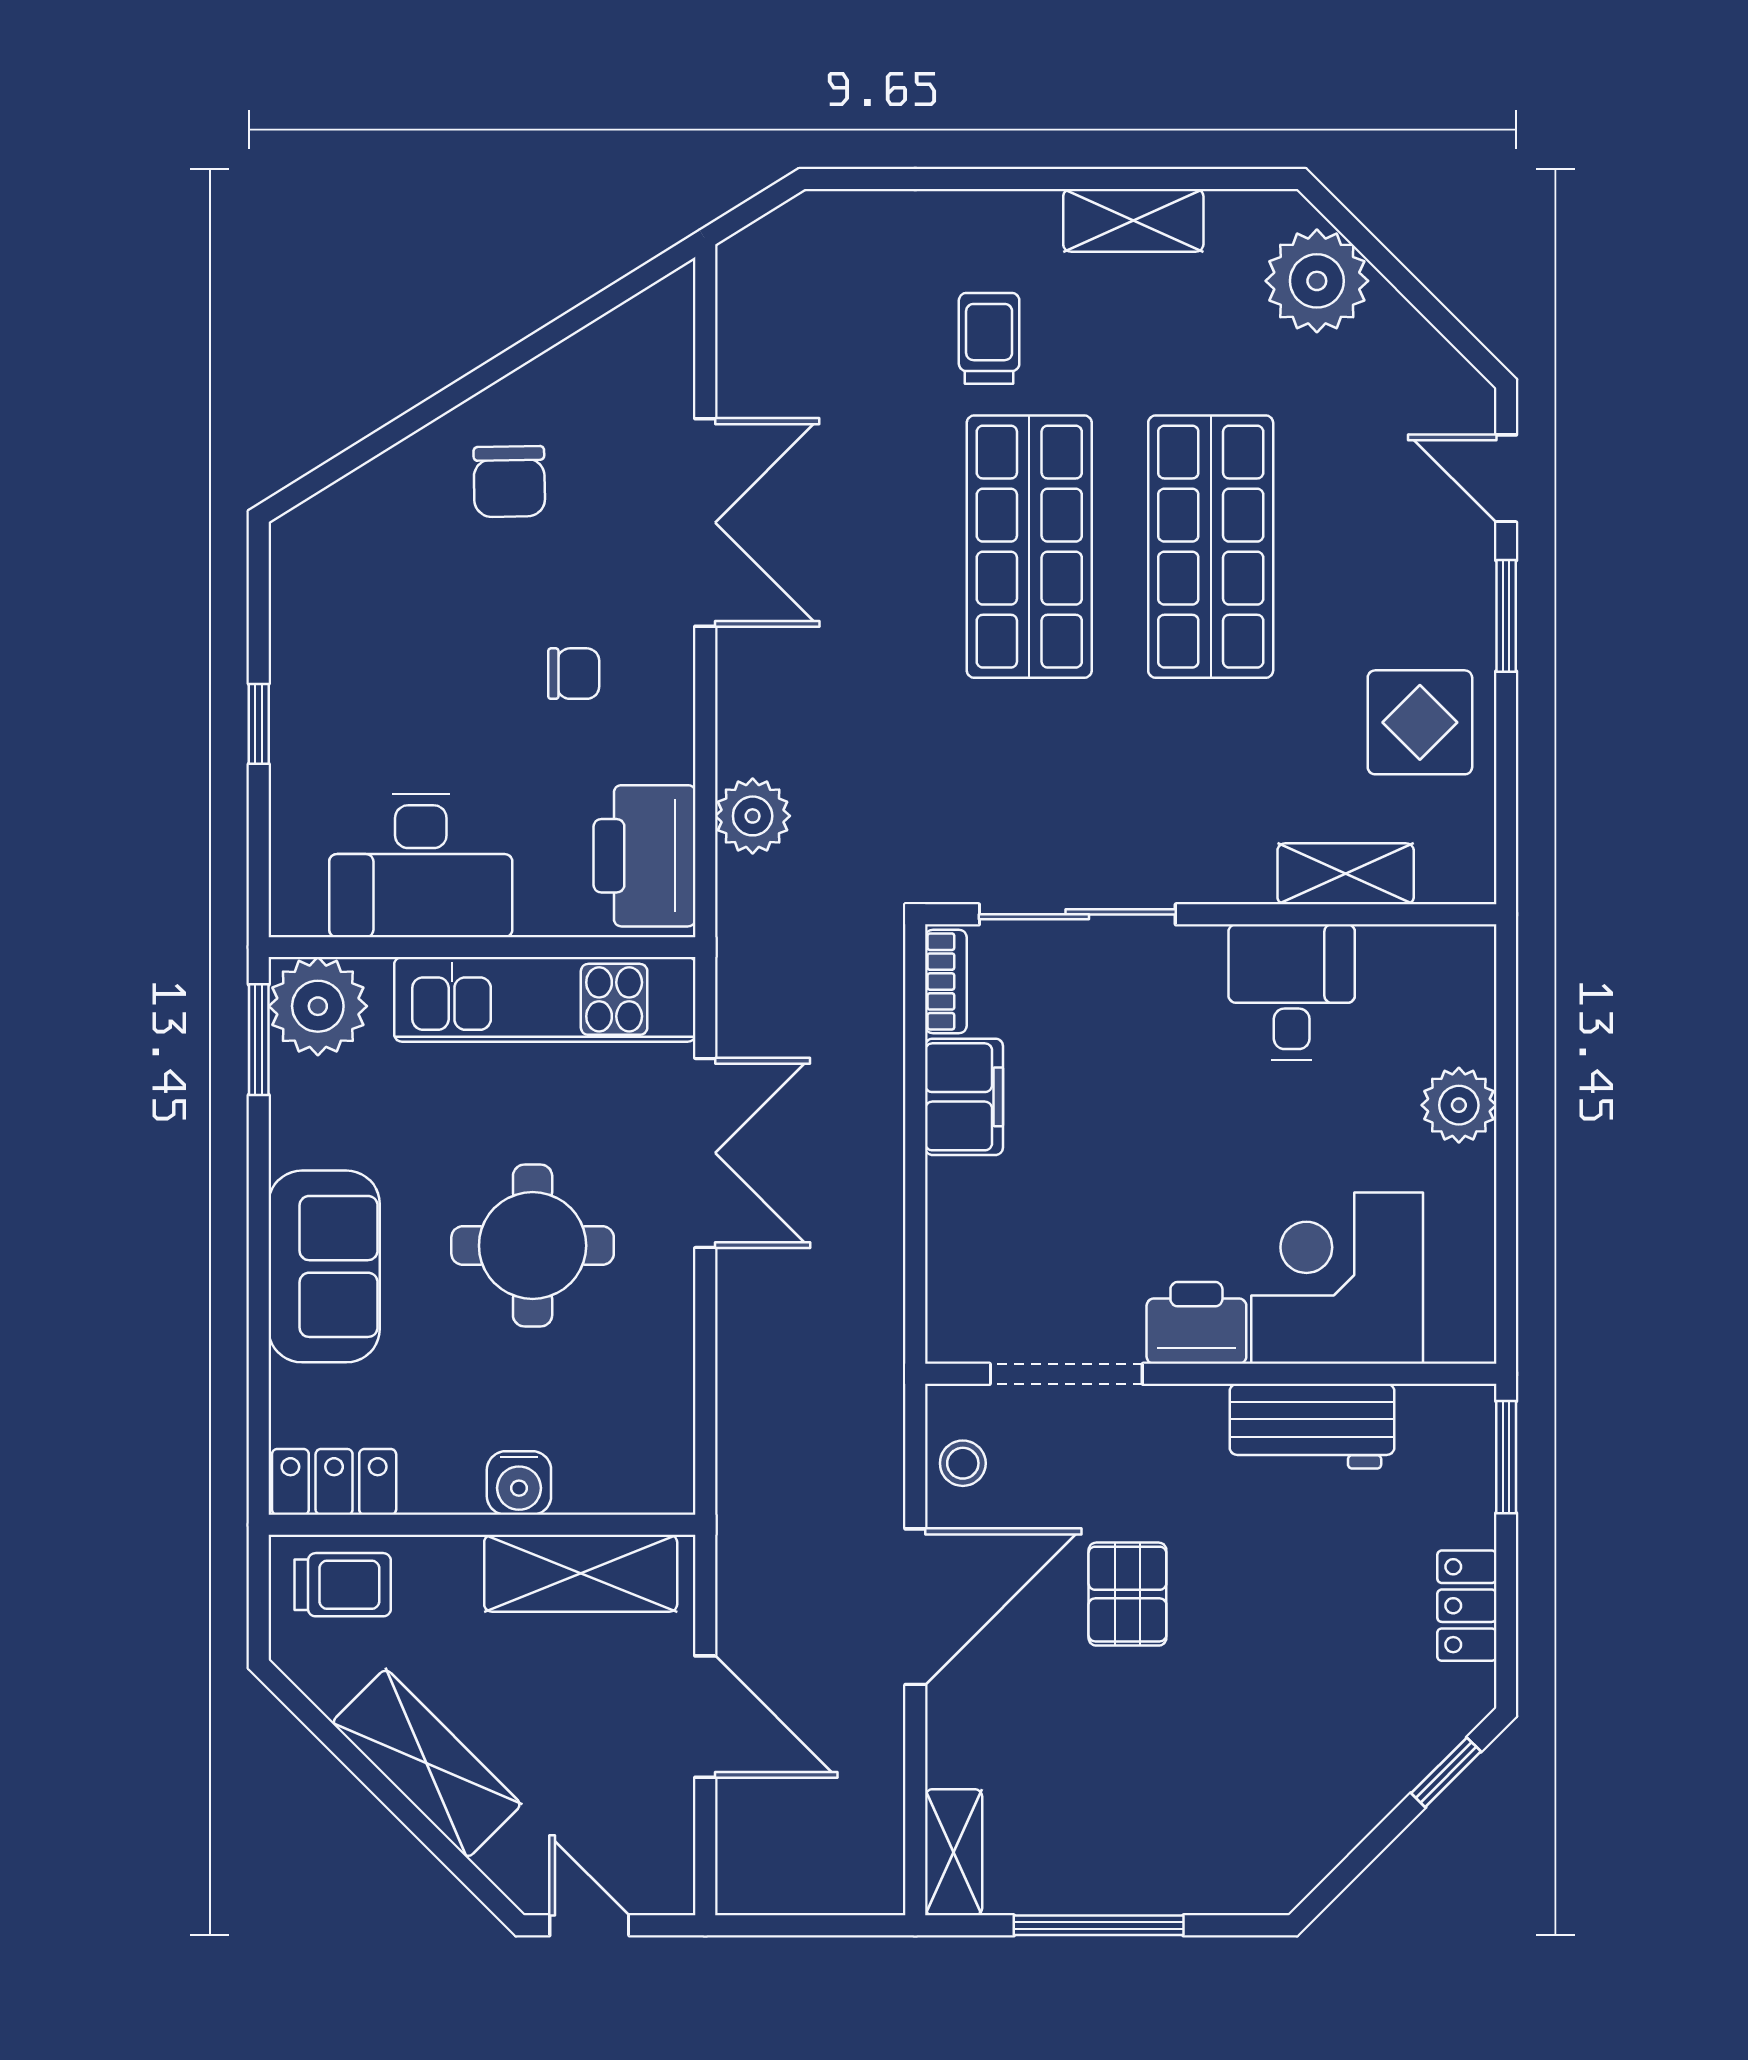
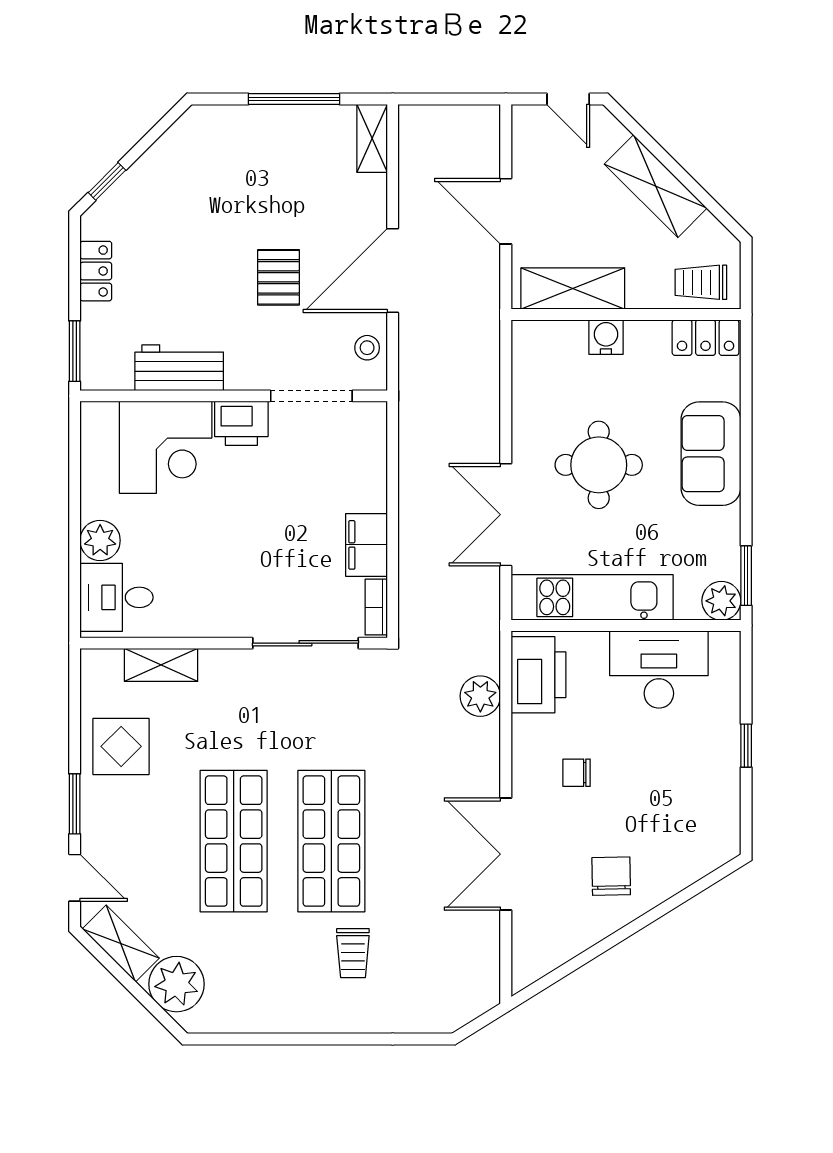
shelving: (1133, 220) -> (121, 944), moved, turned 45
desk: (1292, 992) -> (117, 597), moved, turned 90
plant: (318, 1006) -> (721, 601), width x0.73, depth x0.73

